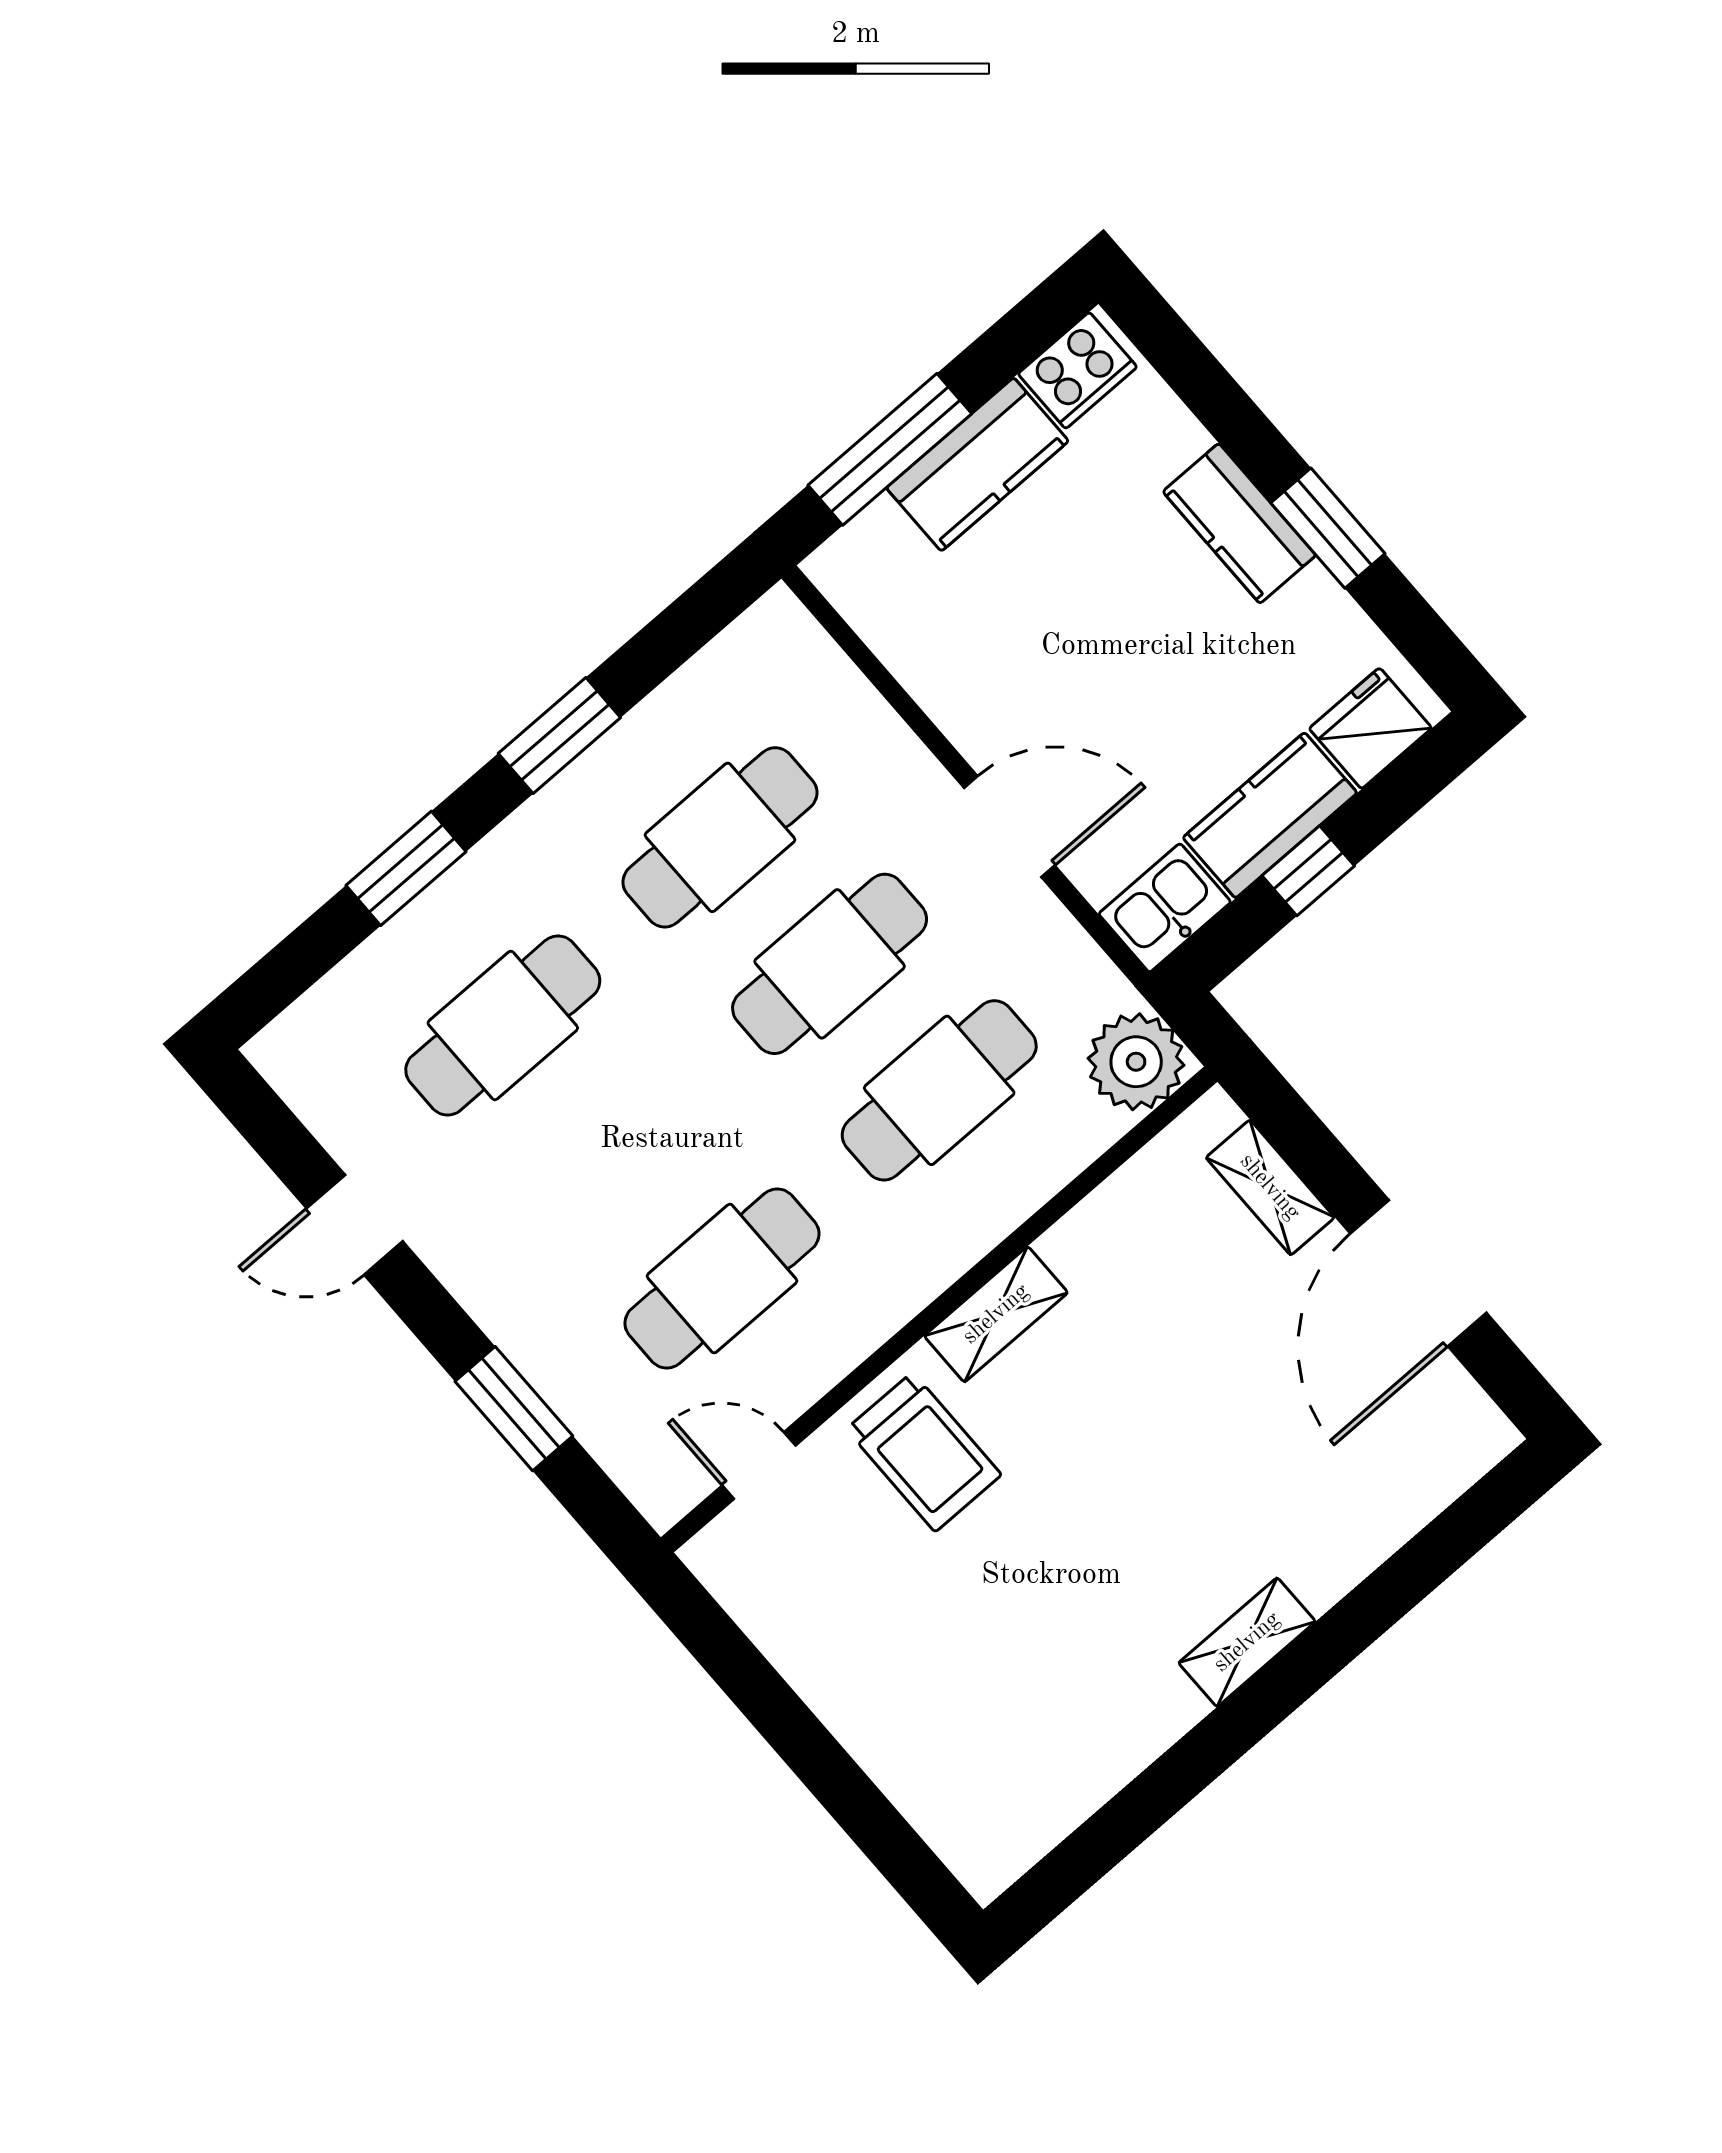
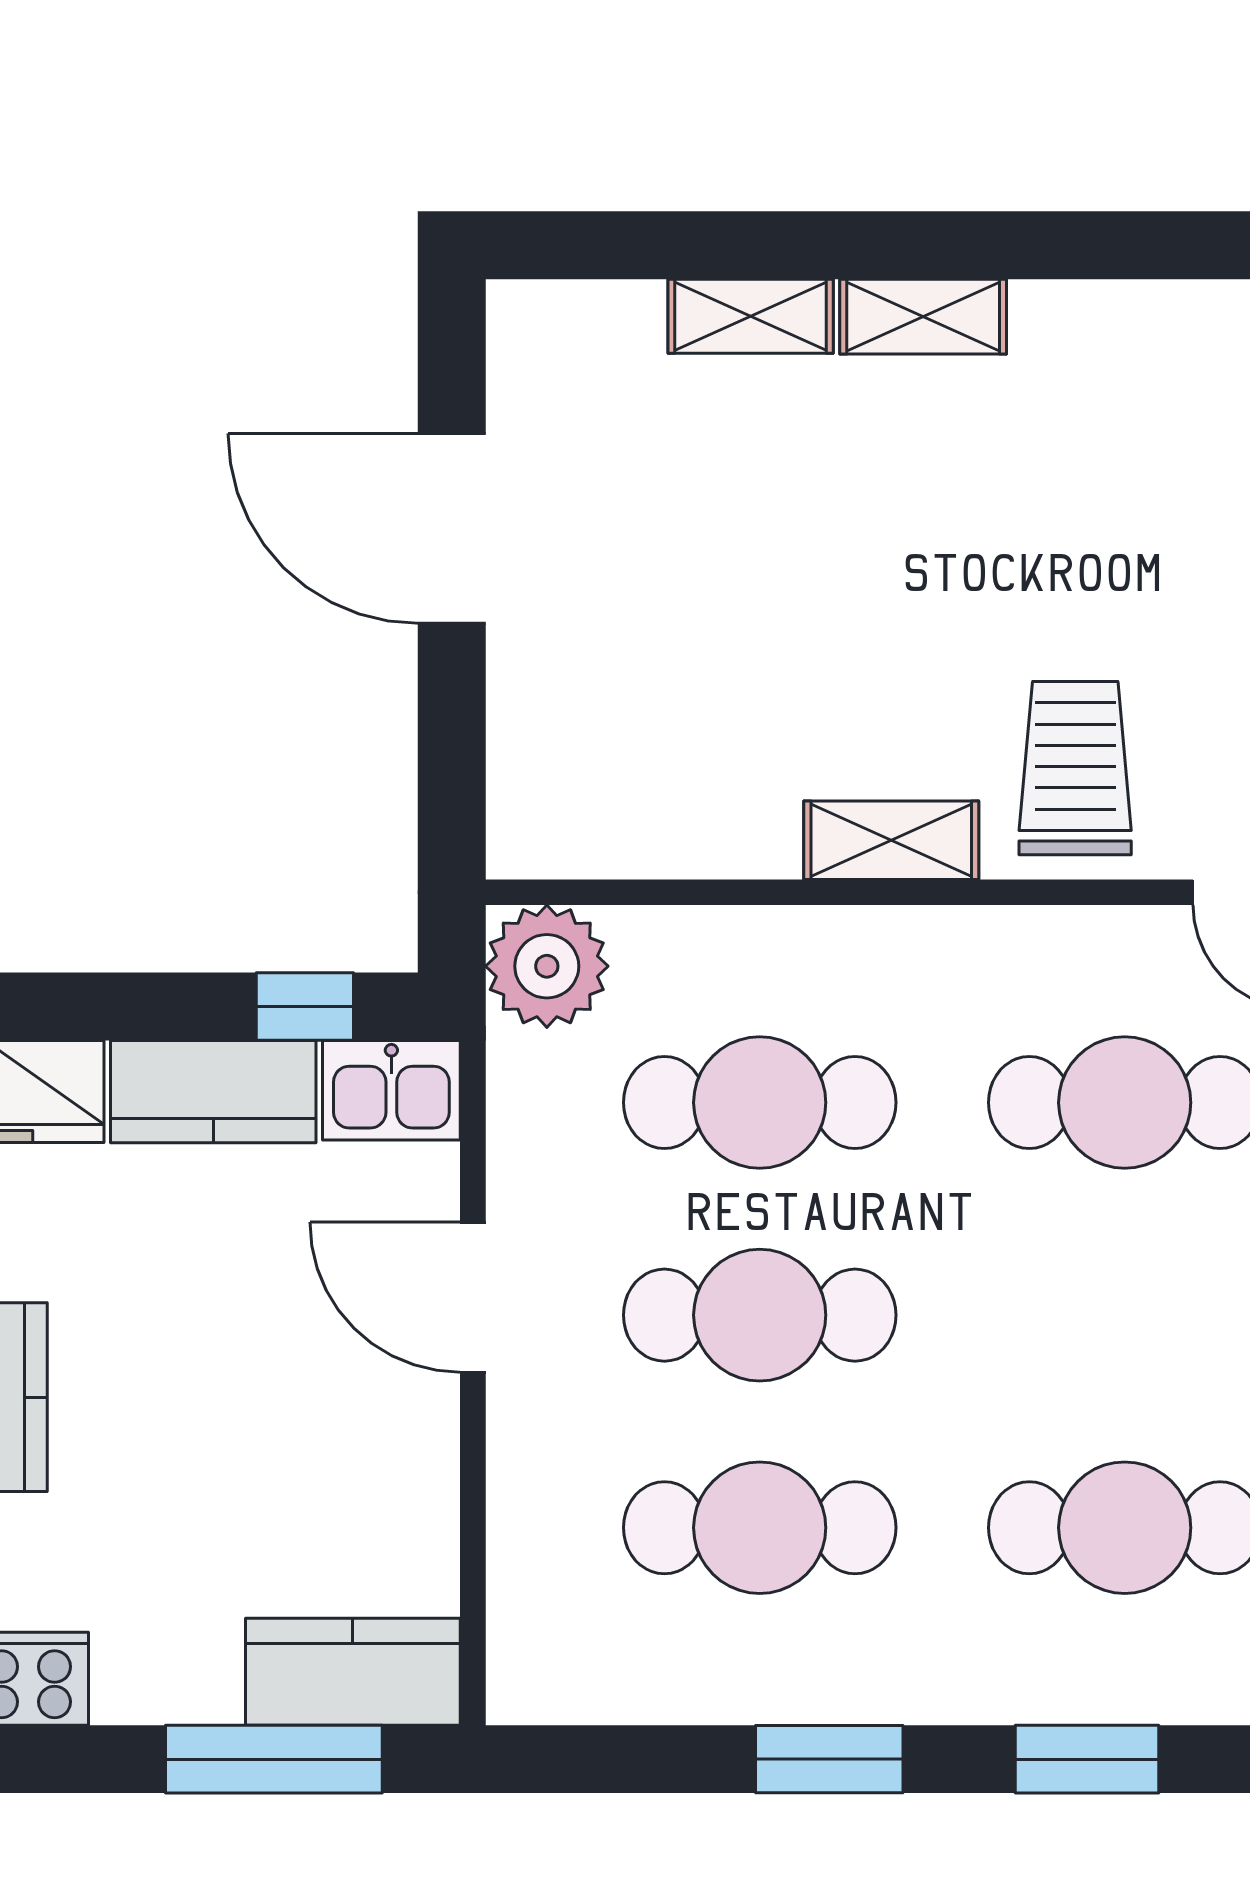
kitchen counter: (977, 464) -> (353, 1672), moved
window: (1308, 871) -> (305, 1006), moved
shelving: (1270, 1187) -> (751, 316), moved, turned 90
door: (1418, 1273) -> (452, 529), swing flipped

